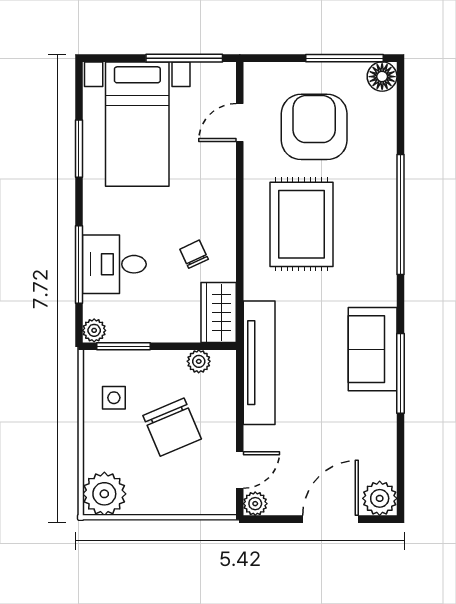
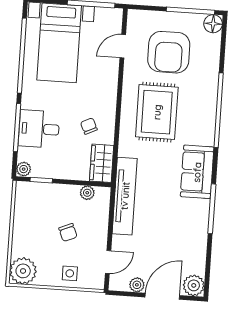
armchair: (314, 127) -> (169, 52), turned 180
window: (79, 149) -> (22, 56), width x2.11
window: (124, 346) -> (41, 180), width x0.67
sofa: (373, 349) -> (197, 172), moved
side table: (114, 398) -> (70, 273), moved
chair: (172, 427) -> (68, 232), width x0.54, depth x0.54
plant: (255, 504) -> (137, 285), moved

